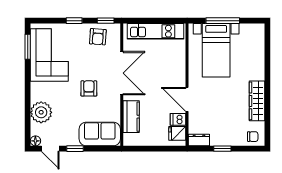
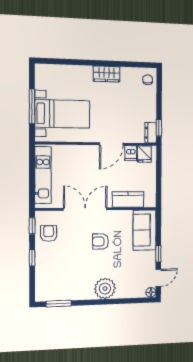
armchair: (98, 37) -> (49, 233), turned -94
corner sofa: (49, 55) -> (67, 282), removed
wardrobe: (257, 101) -> (106, 74), width x0.67
plant: (41, 112) -> (105, 289), moved
window: (222, 149) -> (159, 128), moved

